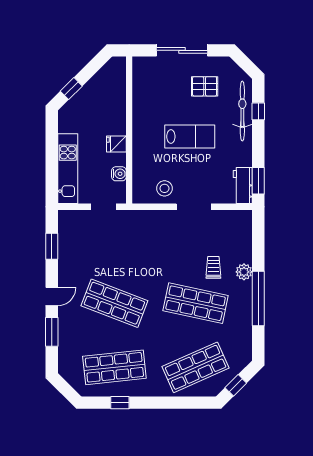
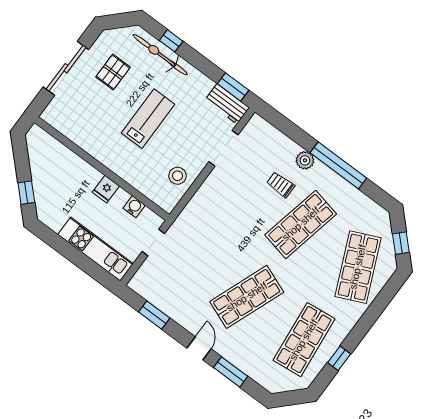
doorway: (194, 207) -> (223, 148), moved

